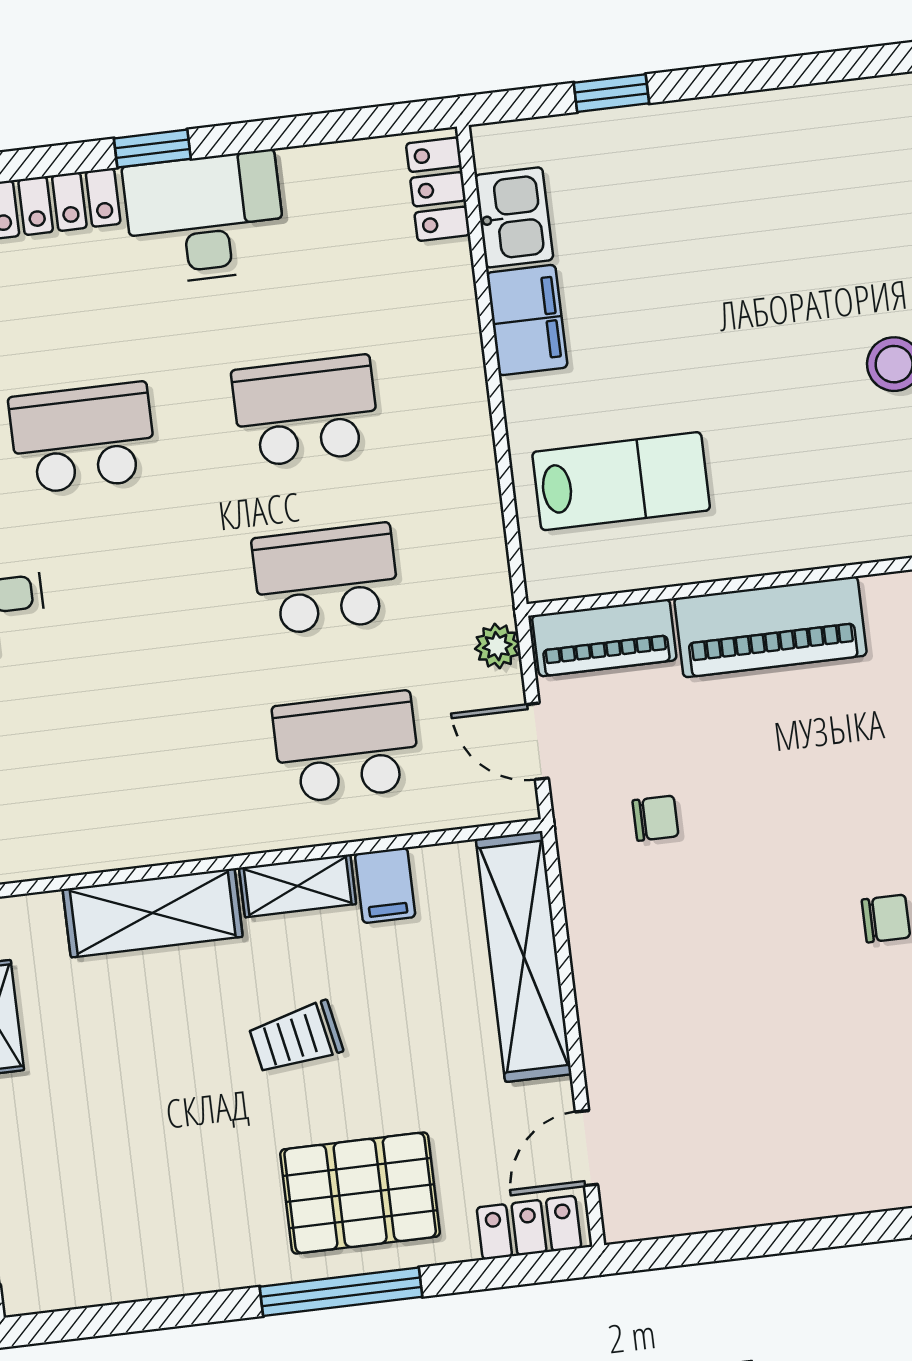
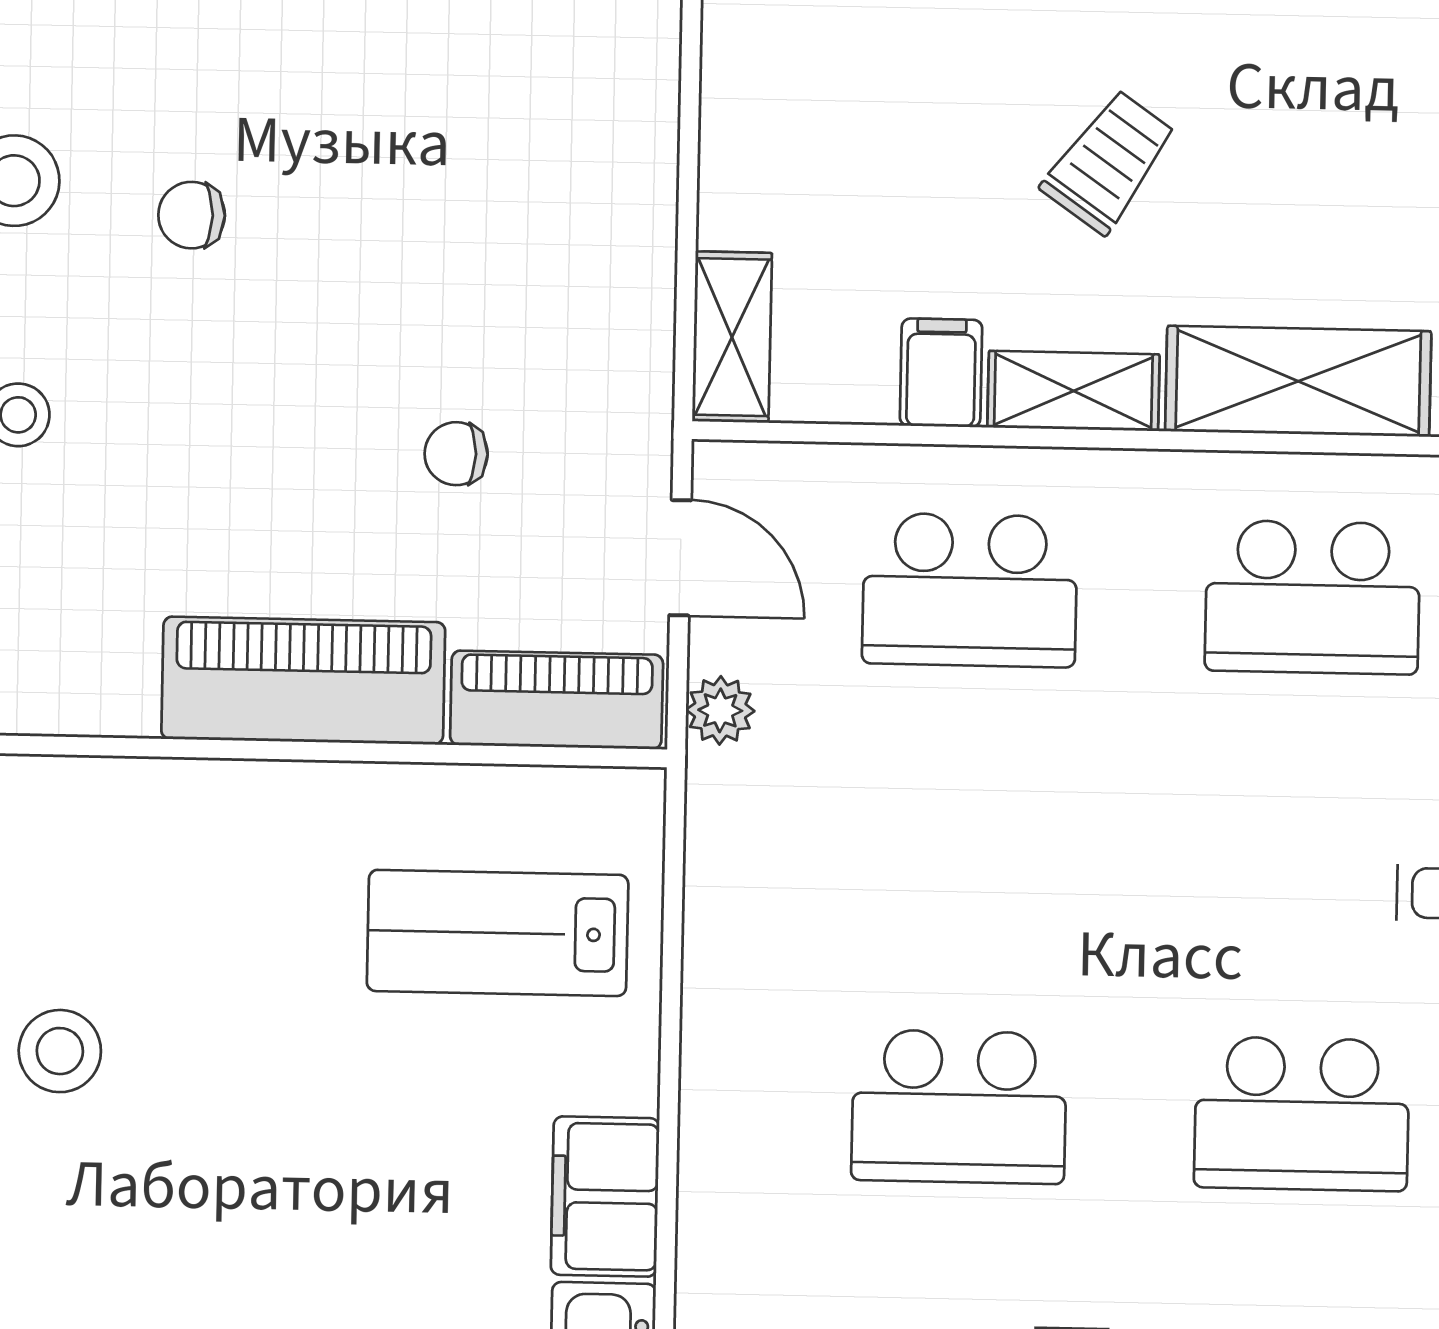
school desk: (326, 579) -> (1313, 597), moved
chair: (655, 818) -> (456, 454), moved
shelving: (524, 957) -> (732, 337), width x0.45, depth x0.75
trolley: (296, 1038) -> (1109, 162), turned -44

